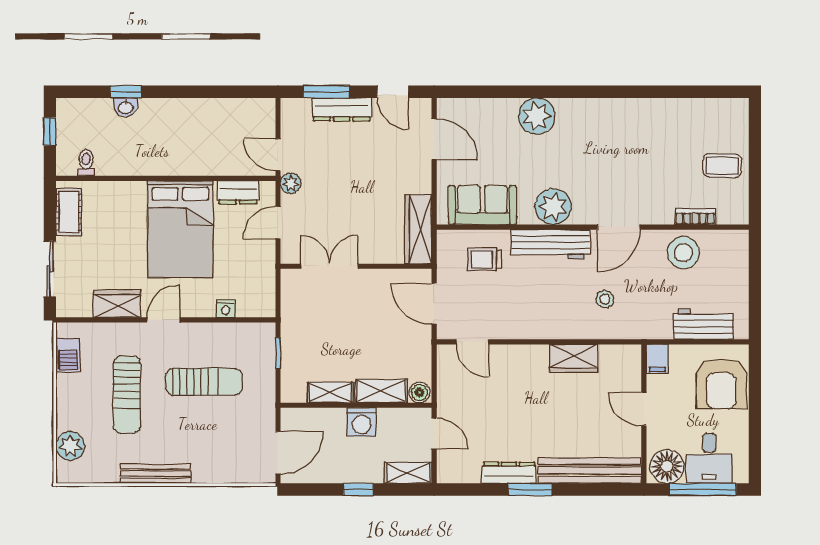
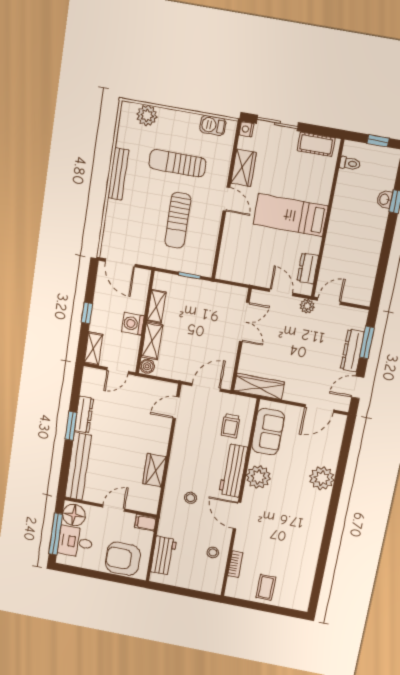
bed: (180, 229) -> (290, 215), width x0.67
stool: (683, 253) -> (213, 552), width x0.53, depth x0.53
trolley: (484, 259) -> (231, 426), turned 180
nightstand: (226, 309) -> (246, 129), moved

